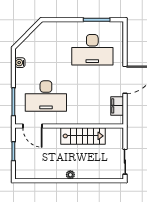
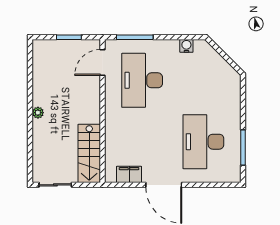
stairs: (83, 136) -> (89, 153), moved

